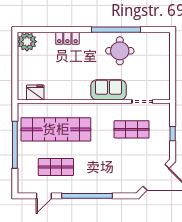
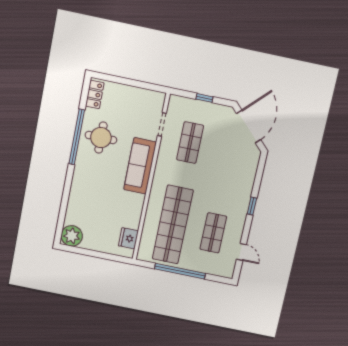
locker: (67, 38) -> (95, 94), moved
sofa: (108, 90) -> (140, 166), width x1.36
window: (87, 196) -> (252, 206), width x0.32

